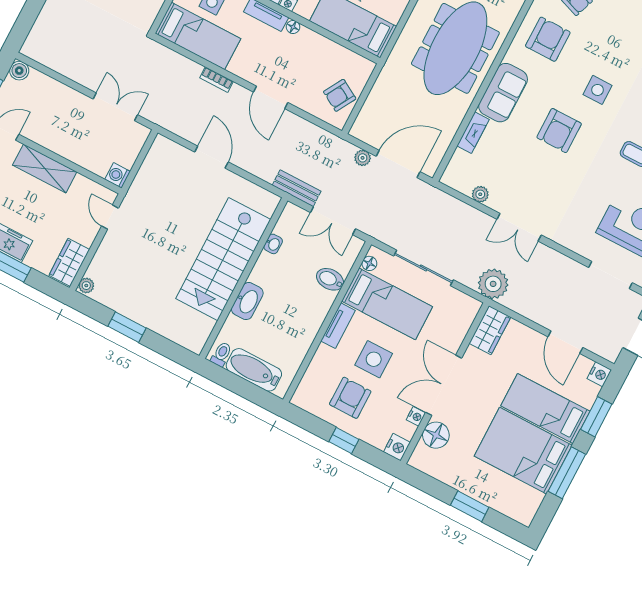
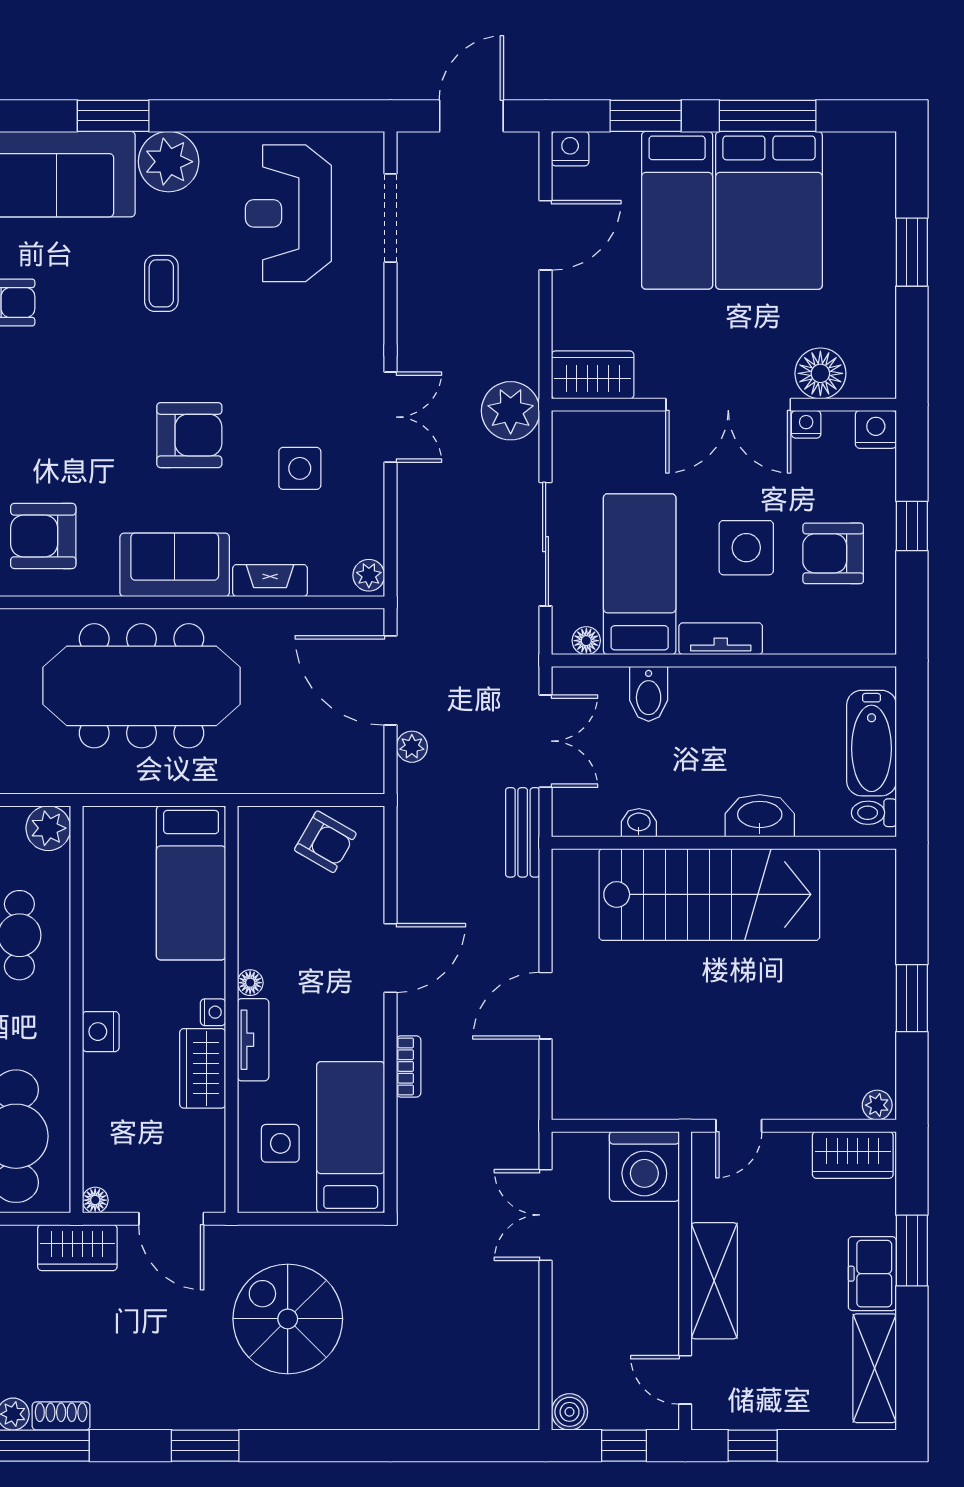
side table: (598, 90) -> (300, 468), moved
washing machine: (118, 175) -> (644, 1166), width x1.89, depth x1.89
plant: (480, 194) -> (369, 575), moved

